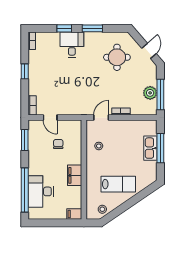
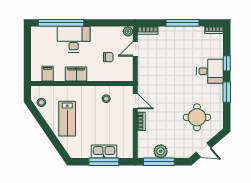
window: (25, 71) -> (183, 23), width x2.17
plant: (33, 125) -> (128, 31), added
window: (25, 140) -> (112, 23), removed
desk: (41, 191) -> (74, 39), moved
filing cabinet: (74, 214) -> (48, 74), moved

